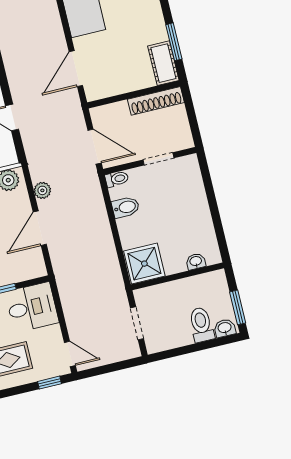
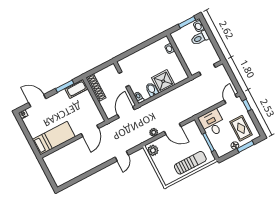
door: (76, 69) -> (90, 131), hinge flipped
shower: (144, 264) -> (163, 81), moved

